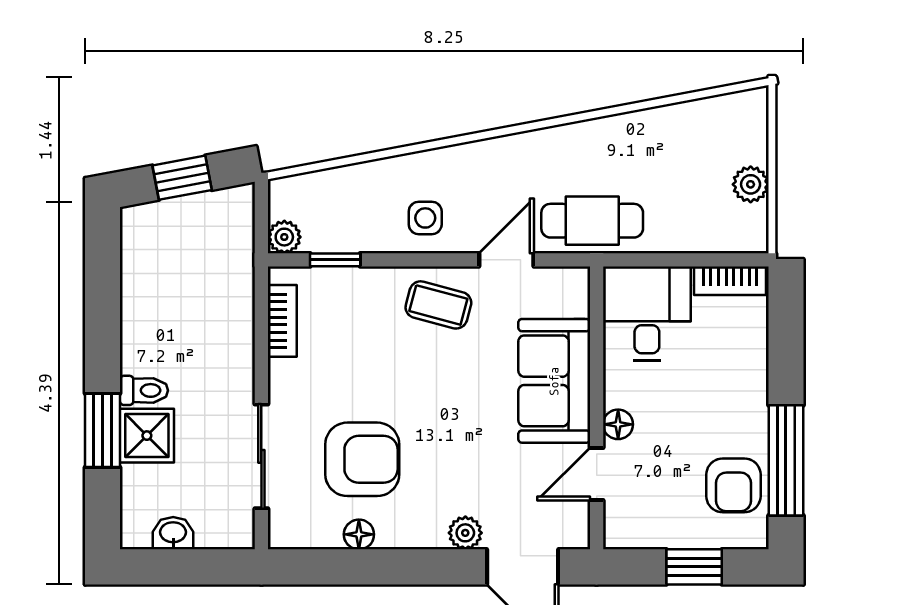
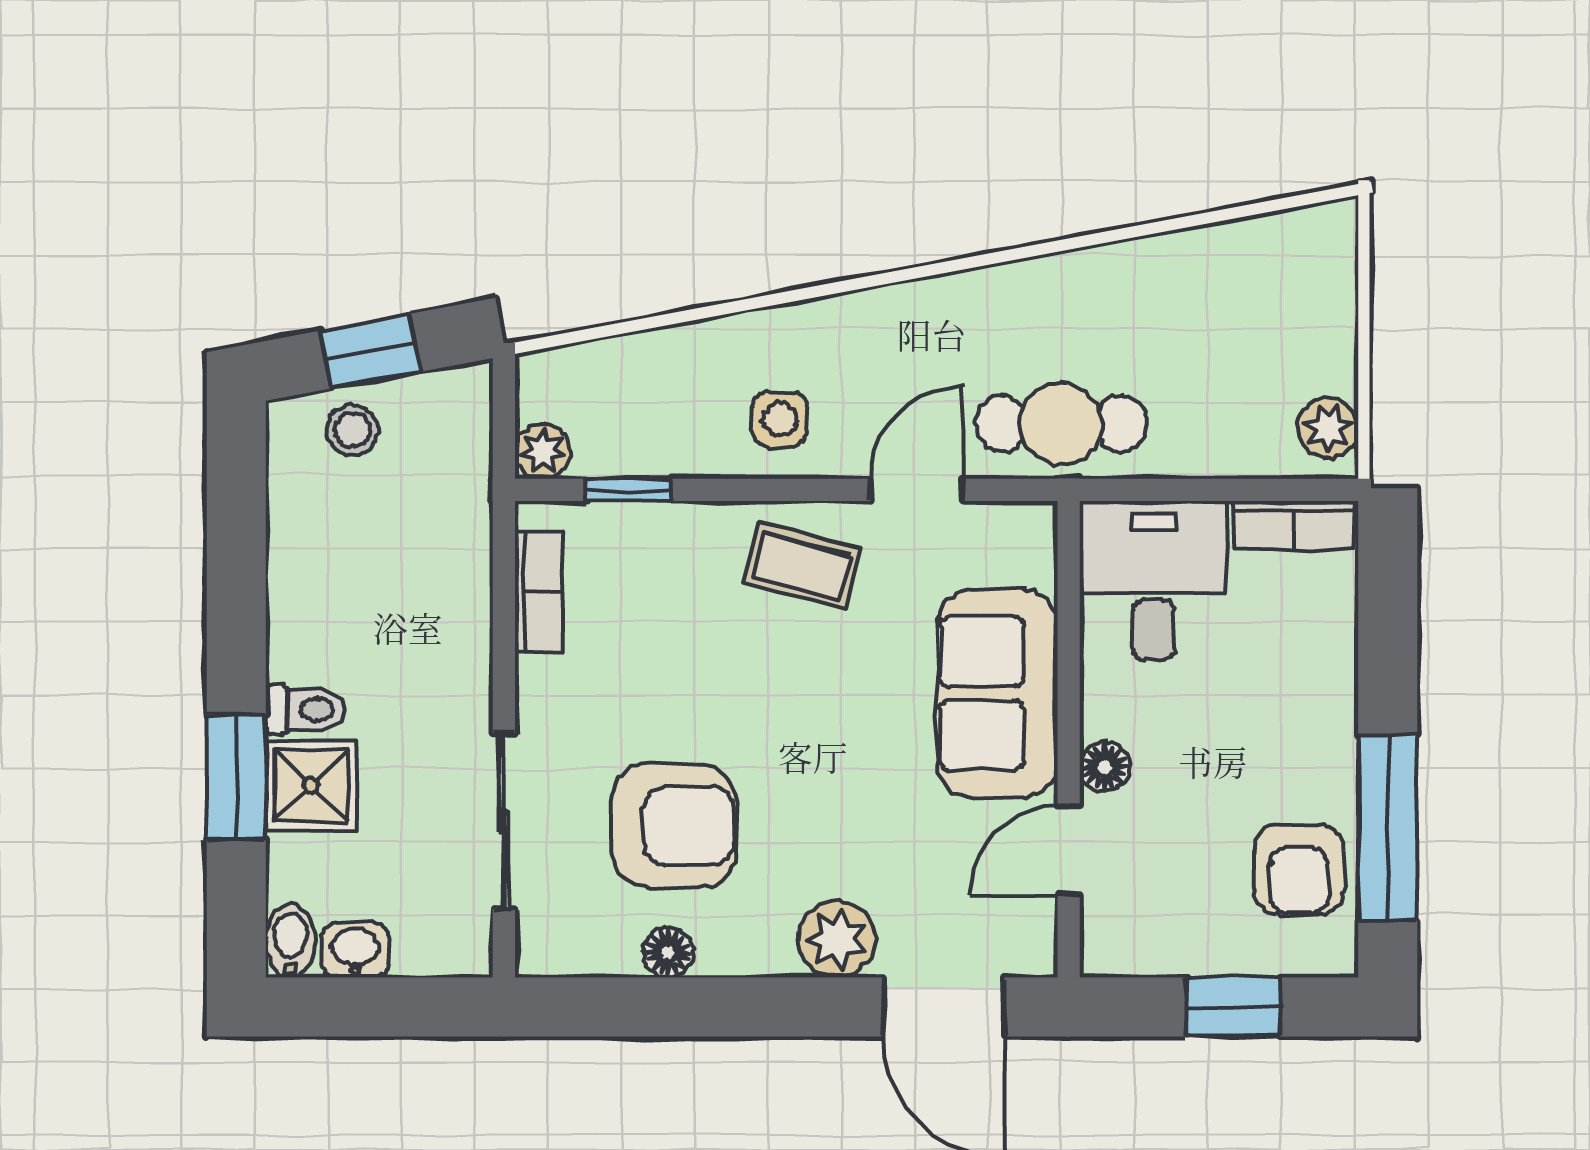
plant: (751, 184) -> (1328, 428), moved
stool: (171, 224) -> (352, 430), added
bidet: (135, 528) -> (290, 941), added
plant: (465, 533) -> (837, 939), width x1.38, depth x1.38

